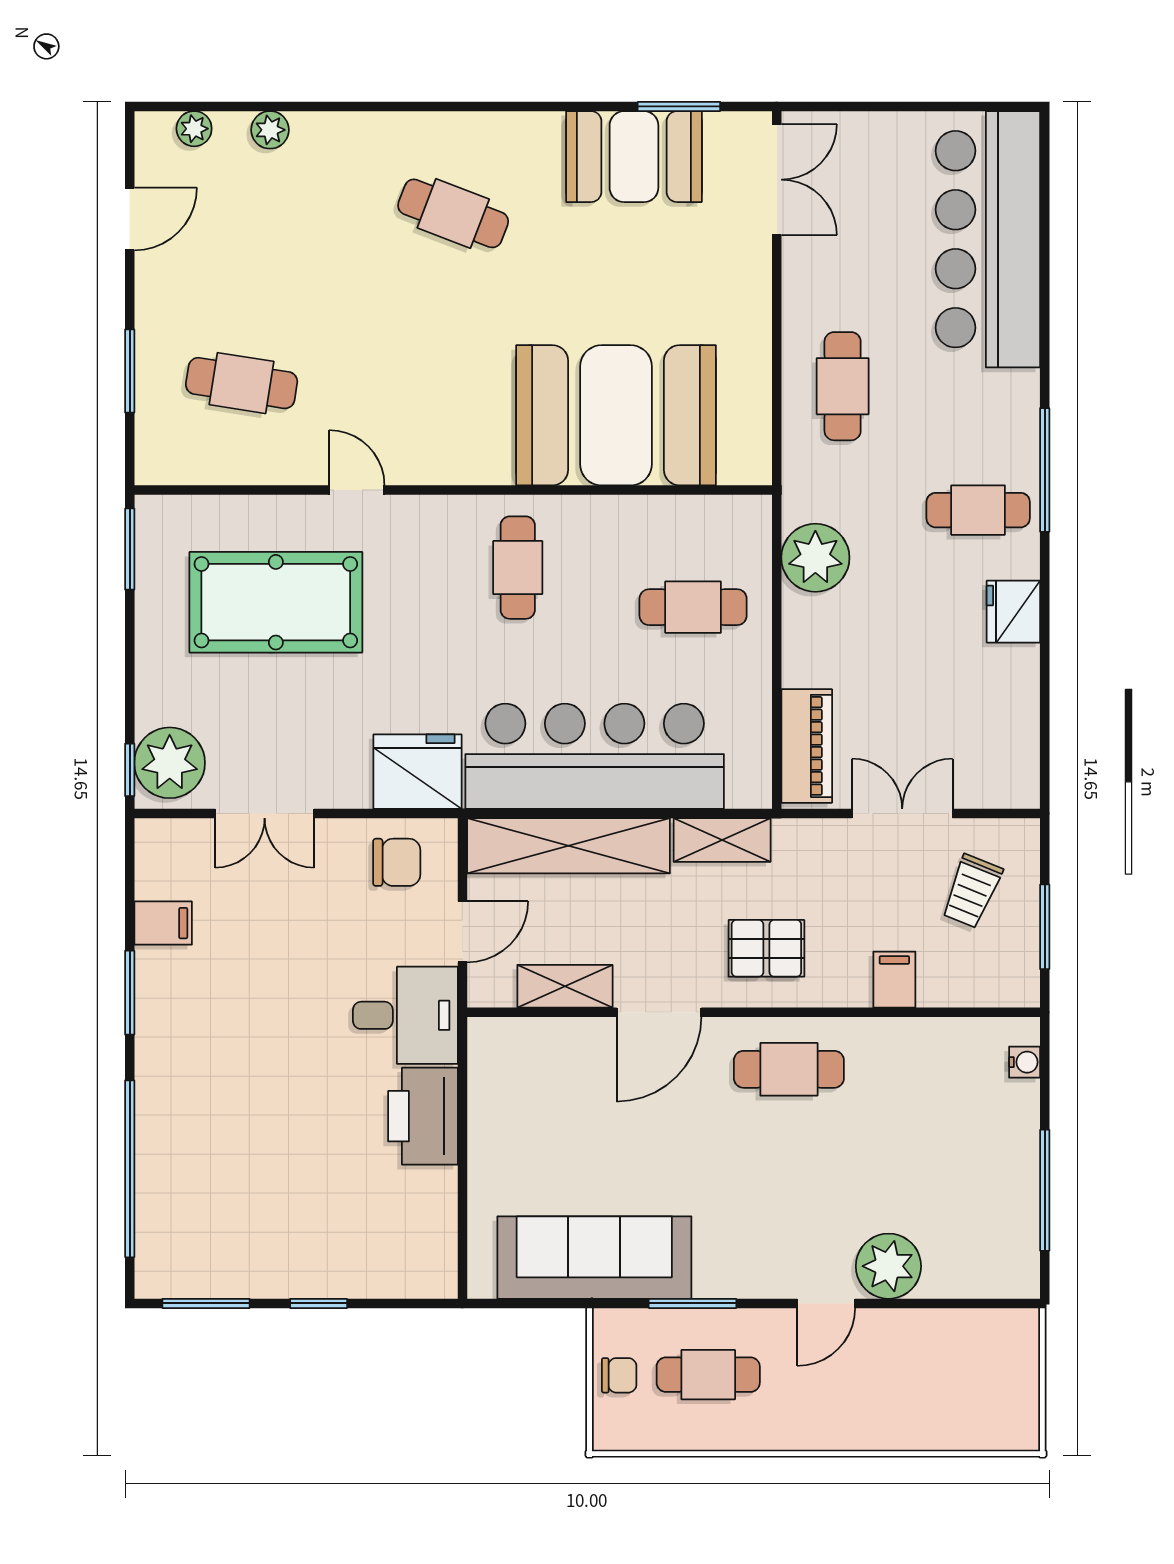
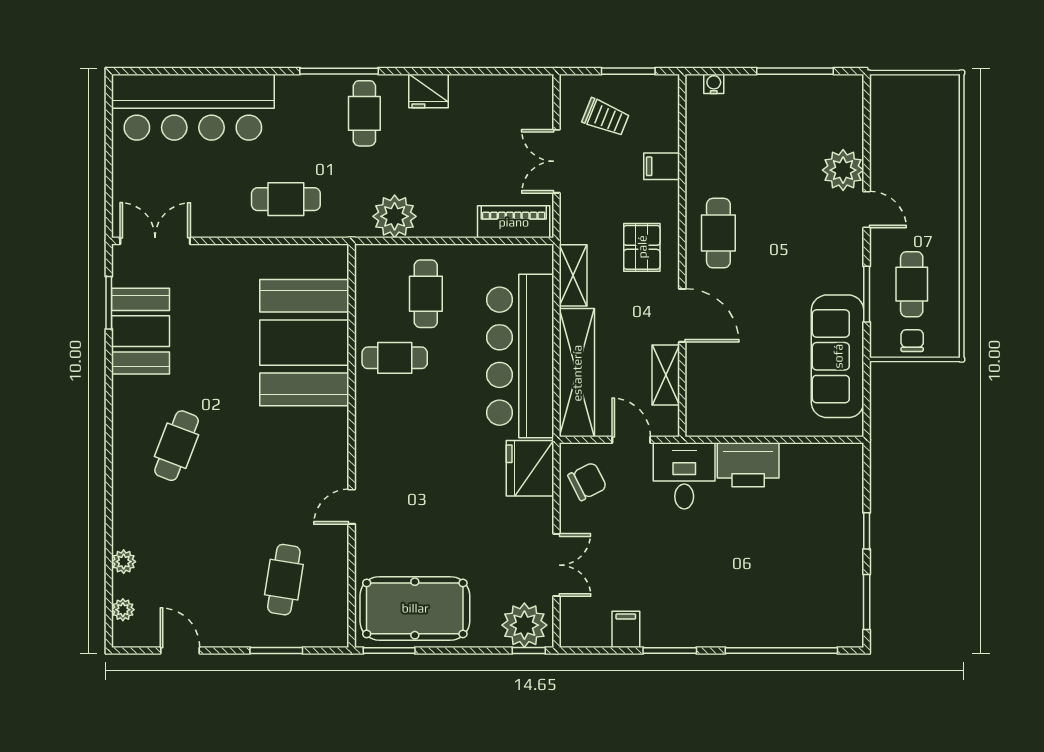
cafe table: (518, 568) -> (395, 358), moved
pool table: (276, 602) -> (415, 608), moved, turned 90
chair: (397, 862) -> (587, 481), turned 63

